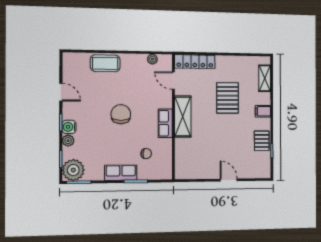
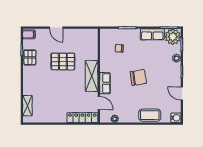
pallet: (228, 98) -> (63, 62), moved, turned 90
filing cabinet: (263, 111) -> (29, 34), moved
chair: (121, 114) -> (138, 78), turned -99
row of seats: (165, 123) -> (105, 83), moved
water cooler: (69, 127) -> (176, 118), moved
row of seats: (121, 173) -> (152, 34), moved

